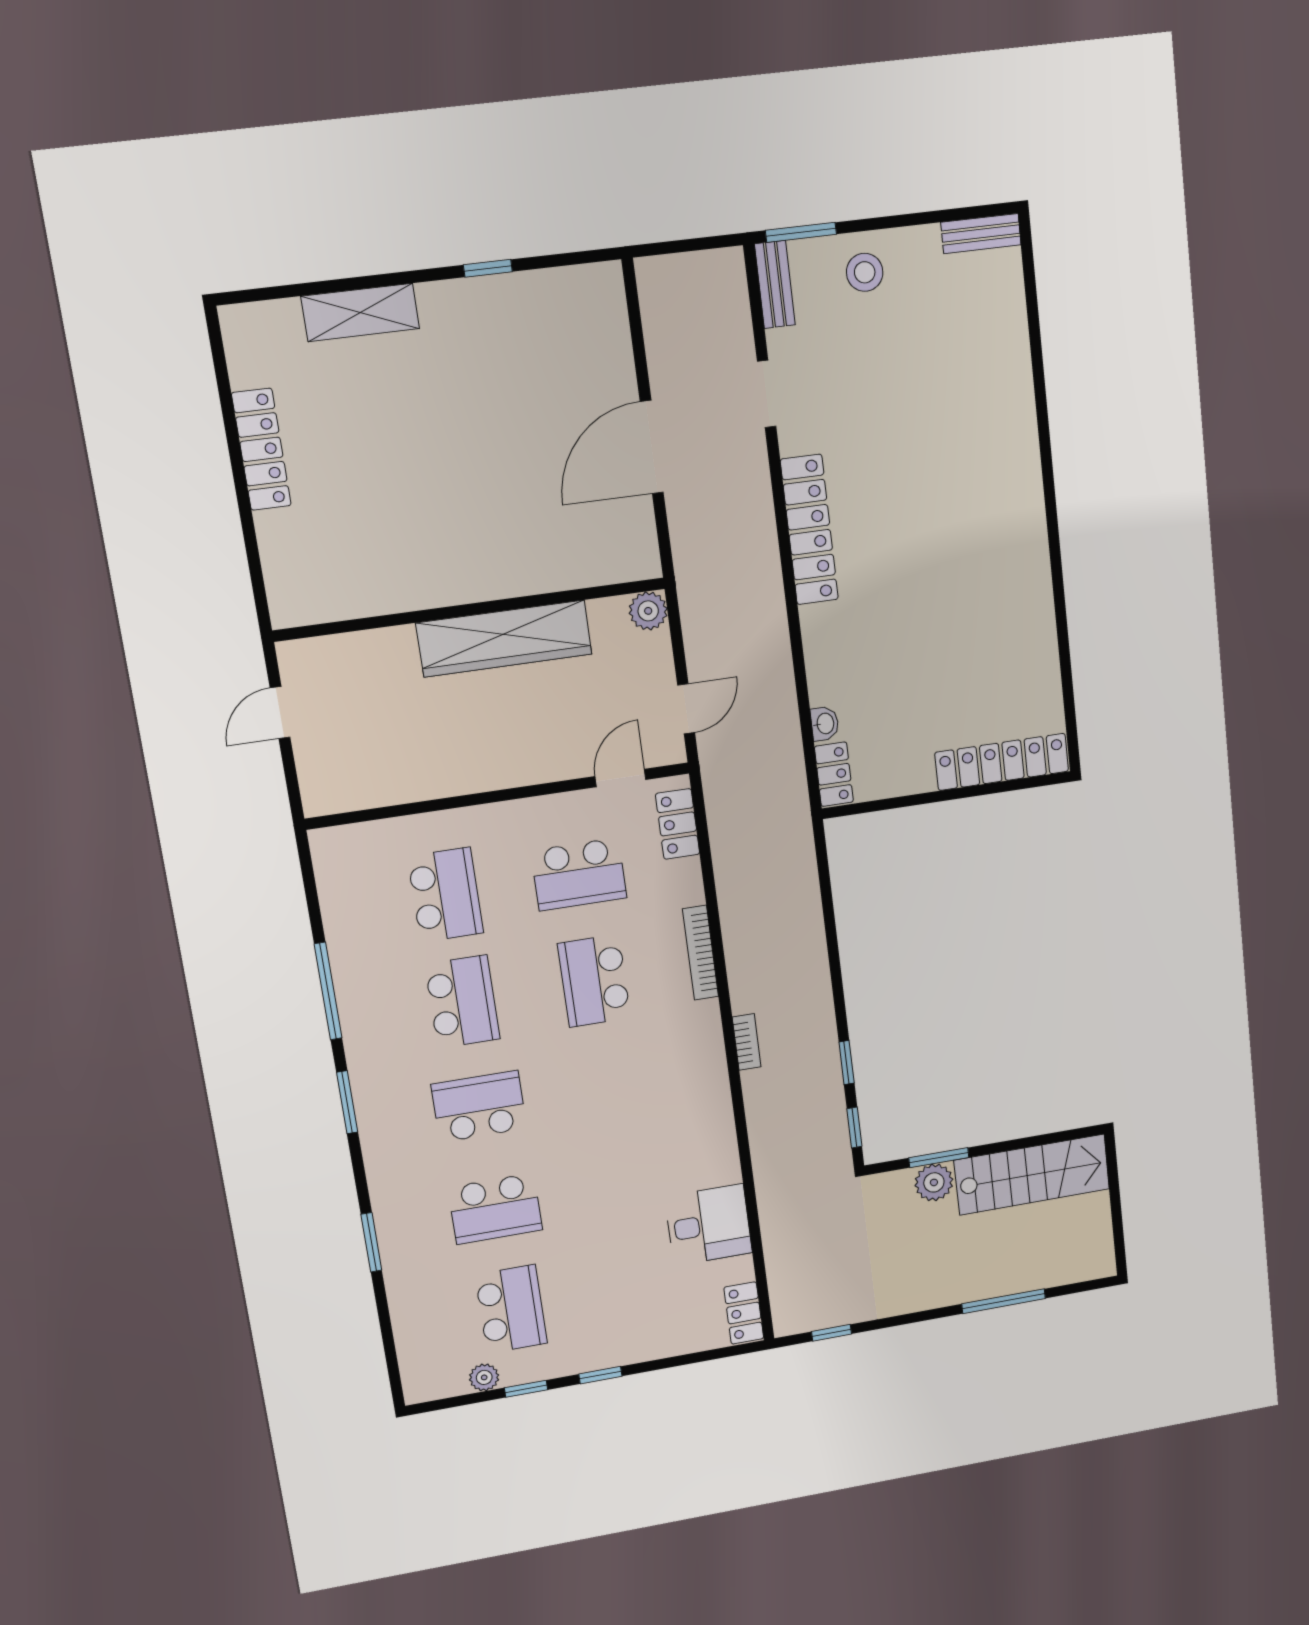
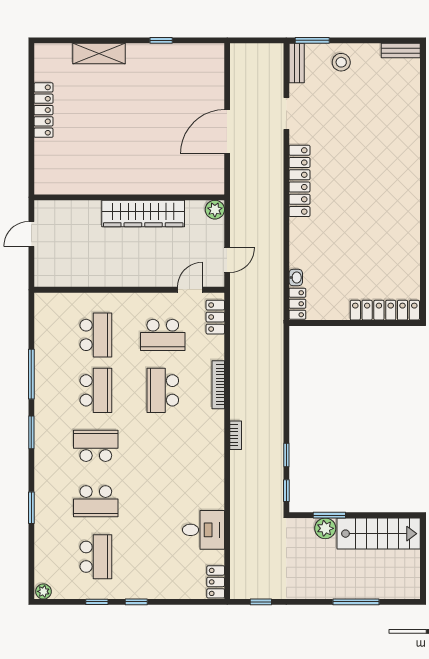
plant: (484, 1377) -> (43, 591), moved

